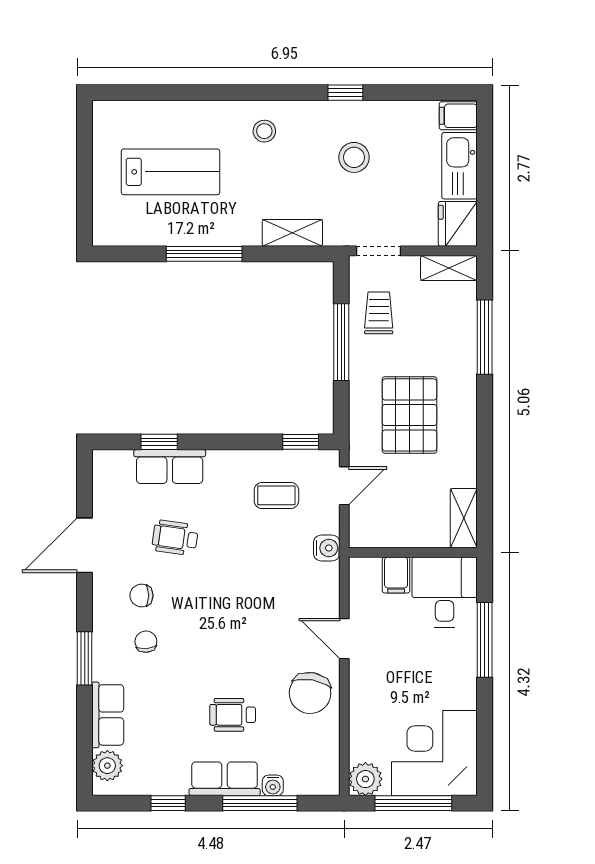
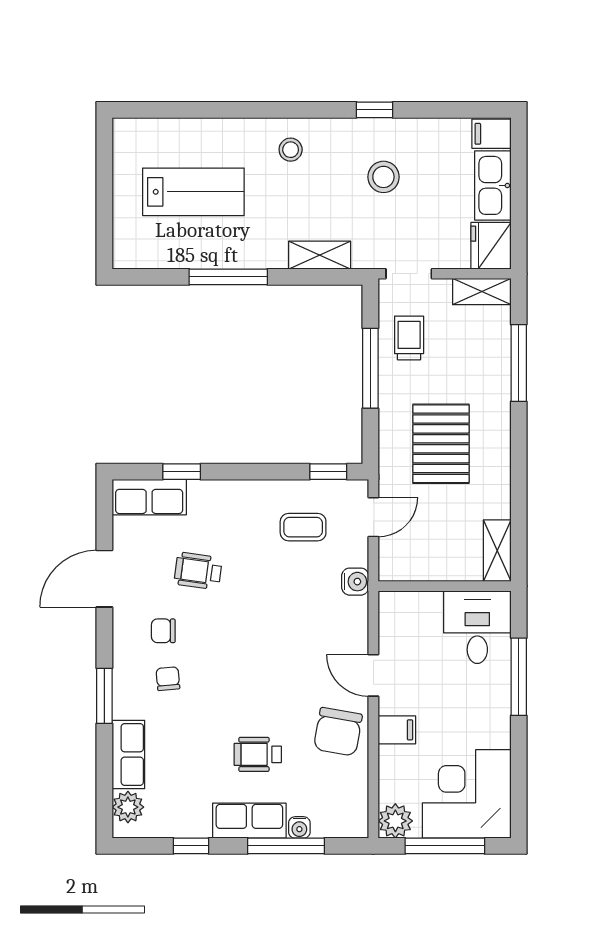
row of seats: (170, 467) -> (149, 497), moved
filing cabinet: (396, 575) -> (397, 730), moved, turned -90

